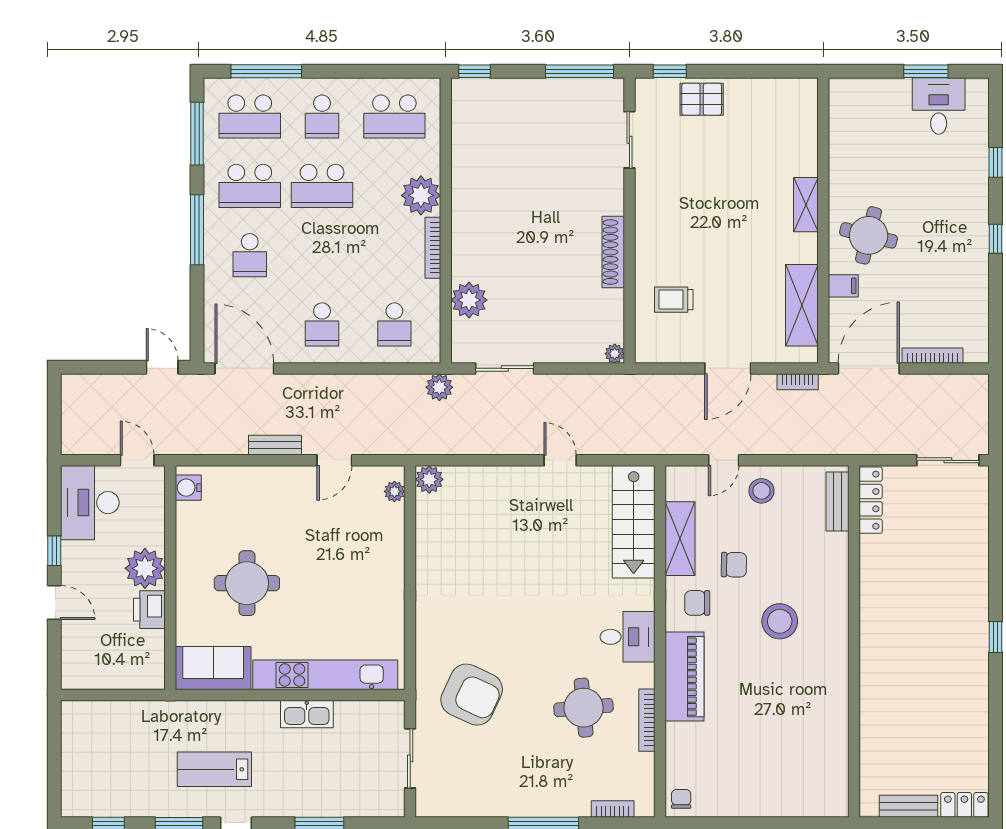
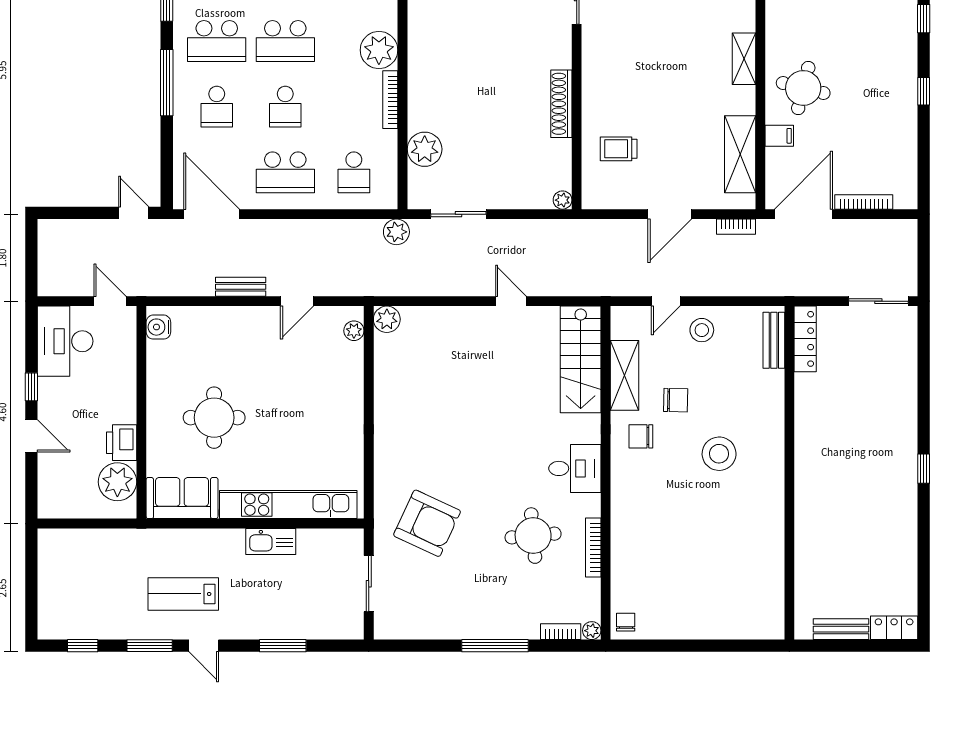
school desk: (322, 255) -> (285, 107), added
school desk: (322, 324) -> (285, 172), width x1.85
plant: (145, 568) -> (117, 482), moved
piano: (685, 677) -> (629, 506), removed
plant: (645, 808) -> (592, 631), added

